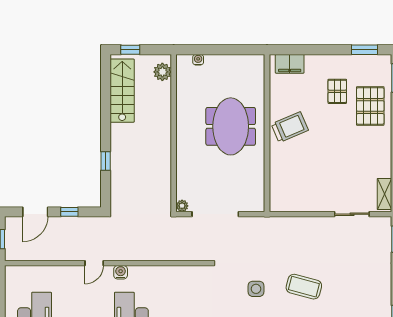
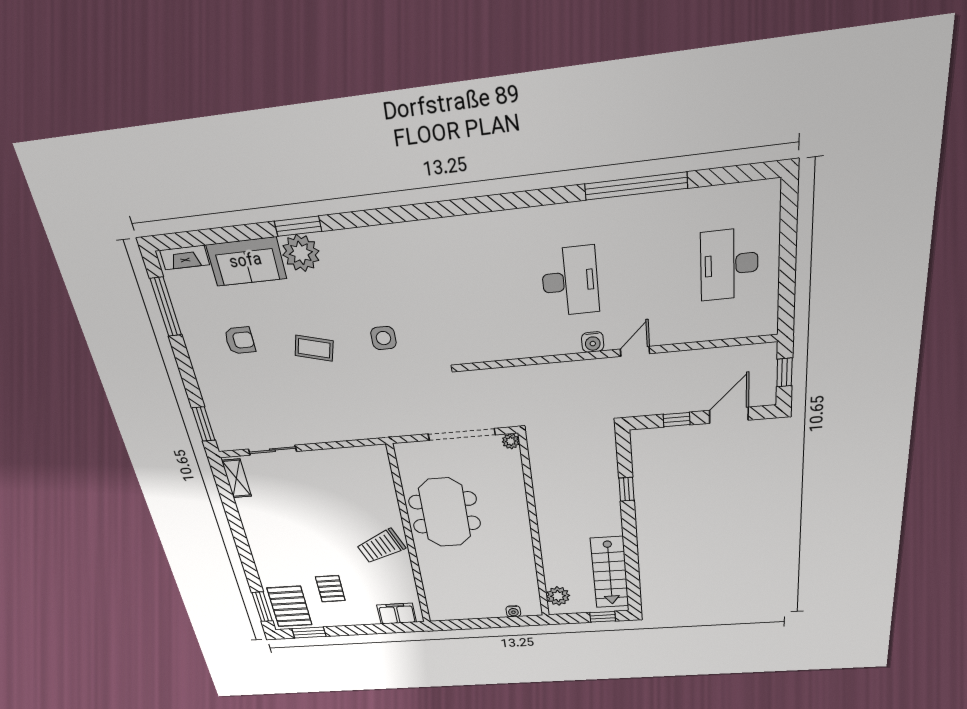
pallet: (370, 106) -> (290, 606), moved
meeting table: (231, 126) -> (445, 513), moved
coffee table: (304, 287) -> (314, 348), width x0.73, depth x0.77
armchair: (353, 297) -> (240, 340), added

